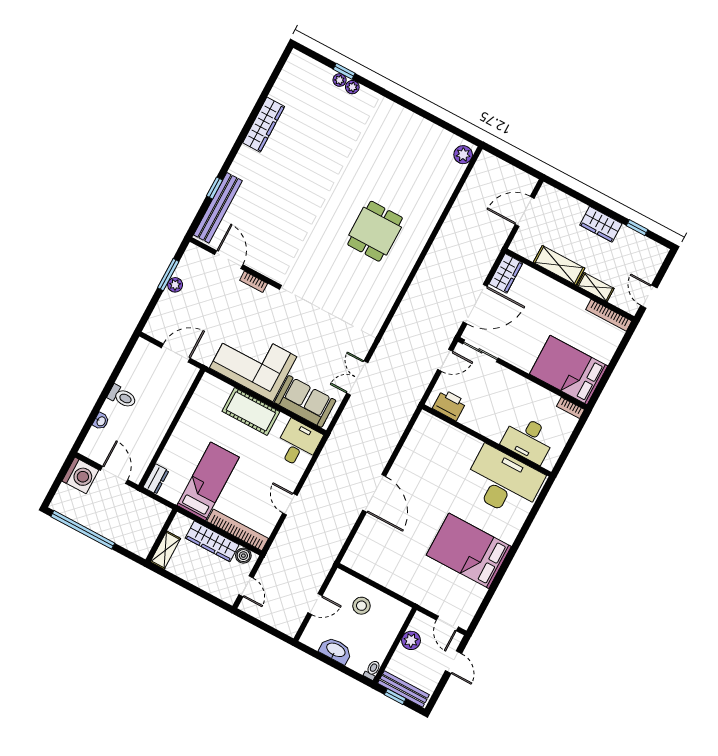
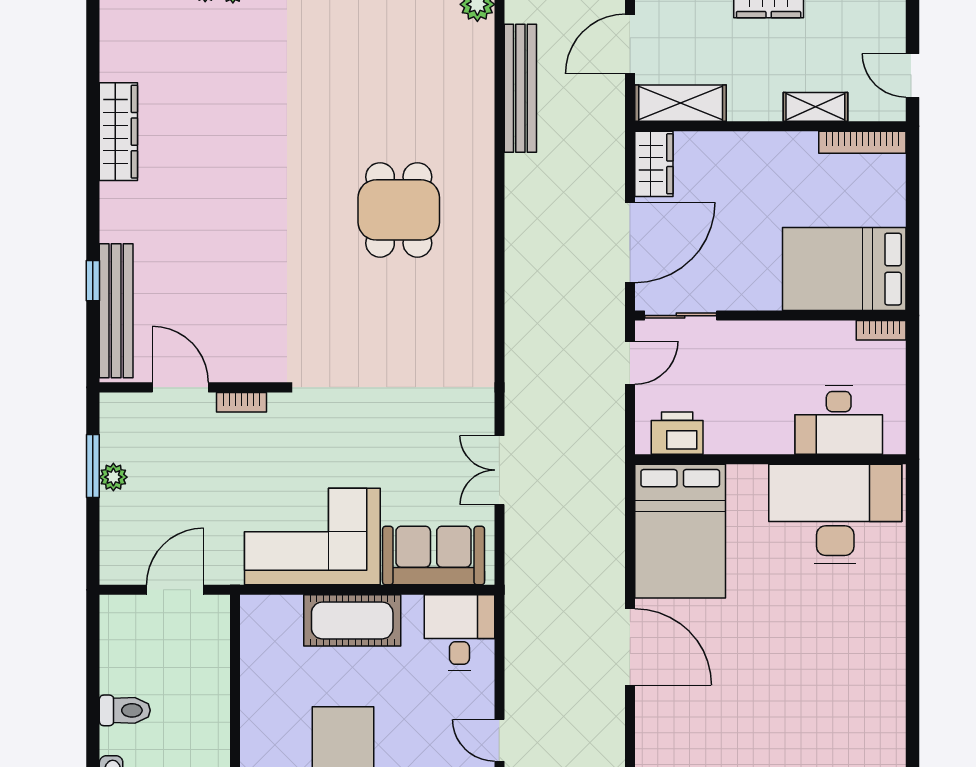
bench: (462, 205) -> (520, 88), added
shelving: (559, 265) -> (681, 103), moved
bed: (469, 551) -> (680, 531), moved, turned -90

